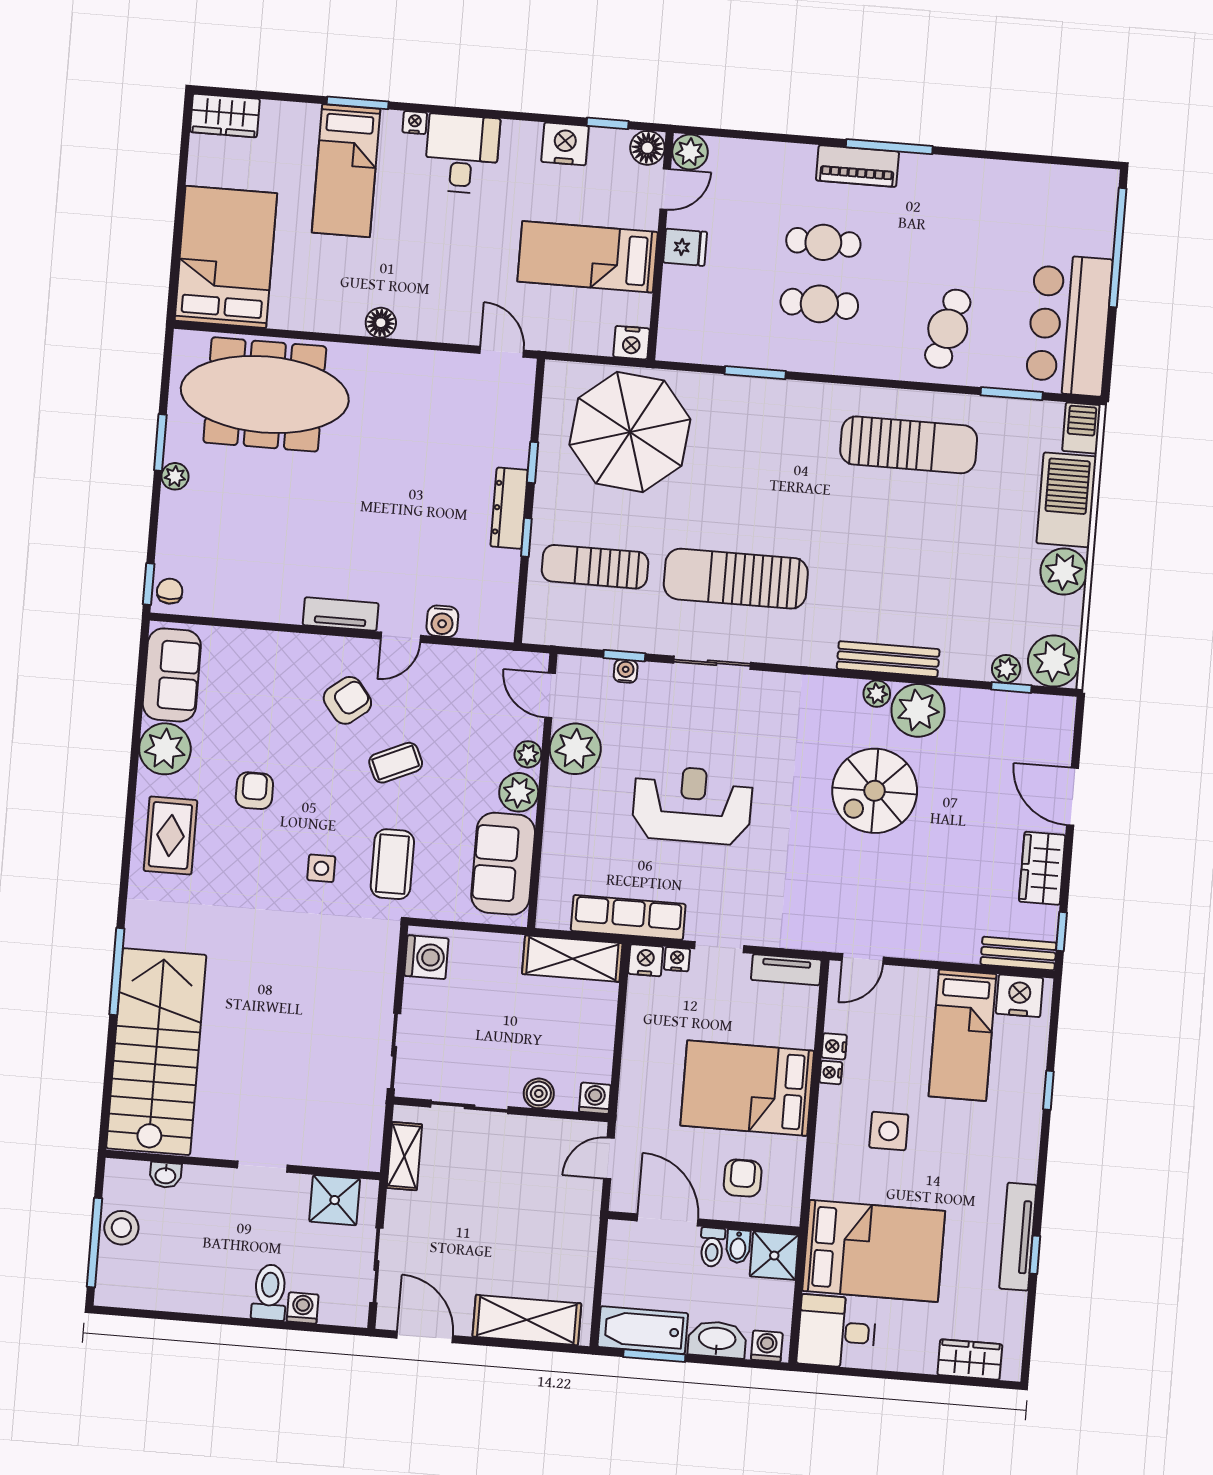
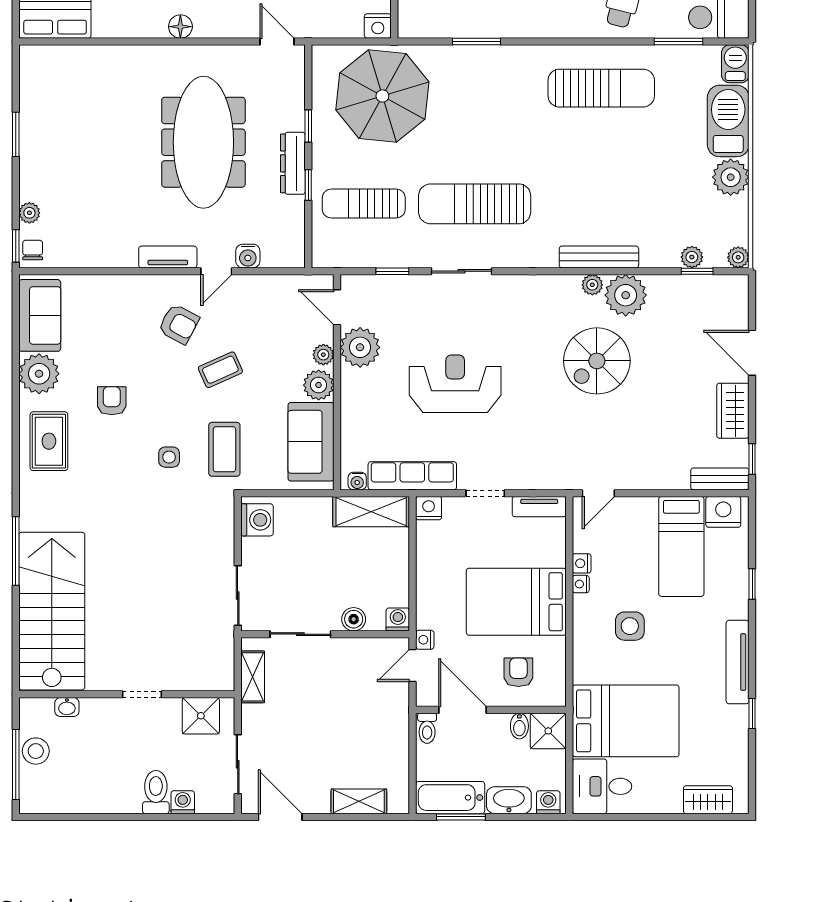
meeting table: (265, 394) -> (203, 142), moved, turned 90
plant: (175, 476) -> (29, 213), moved
plant: (1054, 661) -> (738, 257), width x0.53, depth x0.53
water cooler: (626, 671) -> (357, 481), moved, turned 180
armchair: (347, 700) -> (179, 324), turned 66
nightstand: (677, 959) -> (425, 640), moved, turned -90
tv unit: (1018, 1237) -> (738, 662), moved
toilet: (712, 1247) -> (427, 728), moved
shelving: (527, 1320) -> (359, 801), width x0.67, depth x0.75

